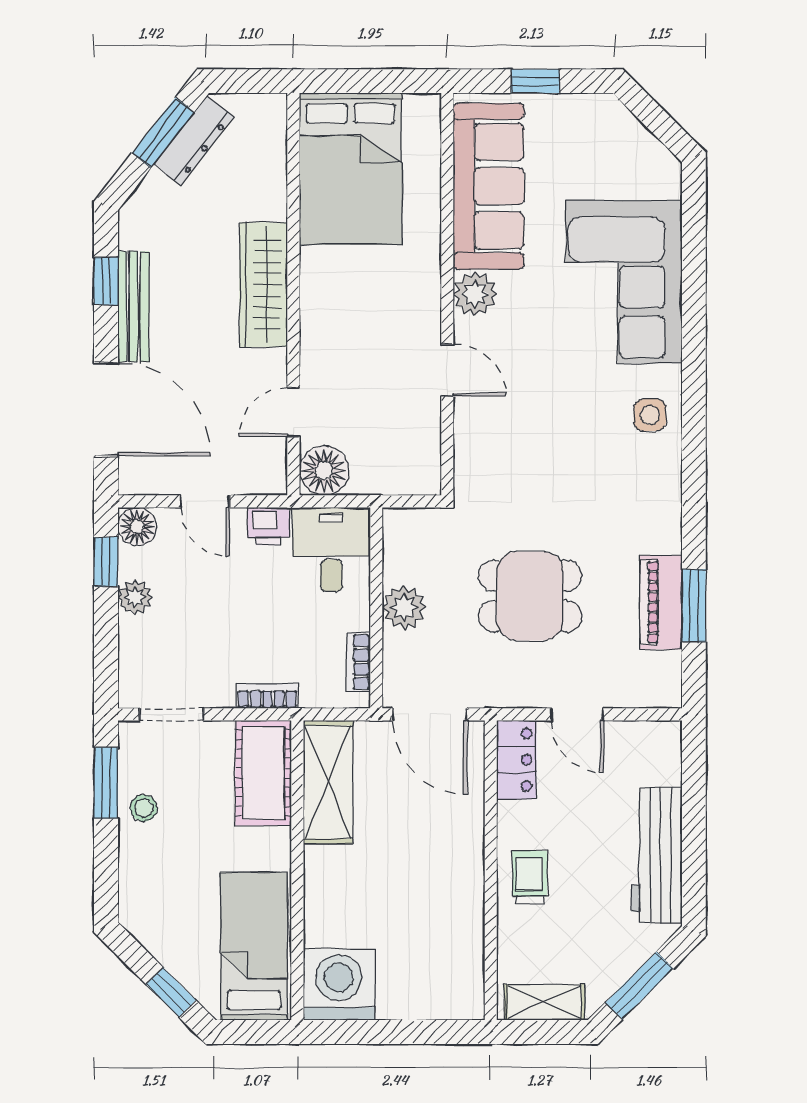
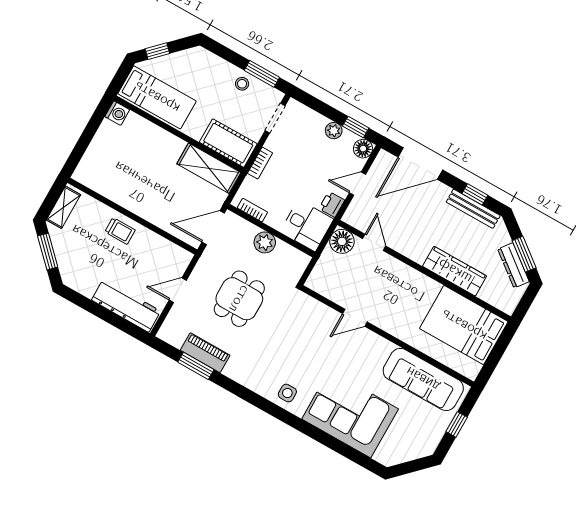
wardrobe: (263, 285) -> (455, 271), moved
plant: (475, 294) -> (381, 348), removed
bench: (133, 307) -> (473, 209), moved
locker: (517, 760) -> (173, 254), removed
workbench: (657, 855) -> (126, 306), moved
washing machine: (339, 985) -> (117, 113), width x0.53, depth x0.53

